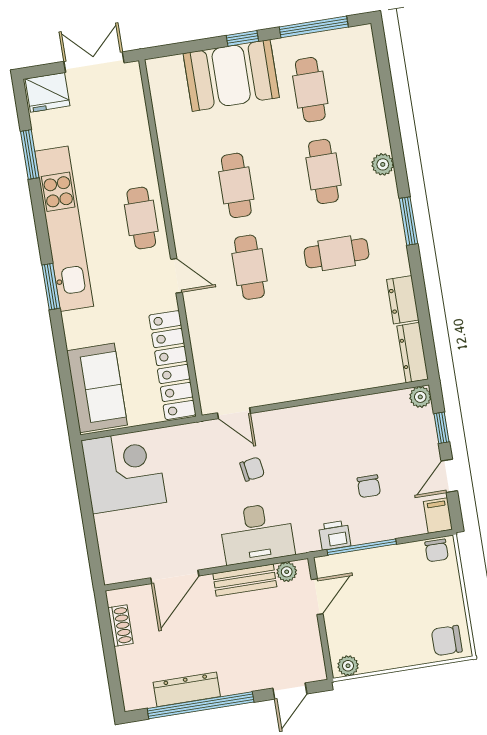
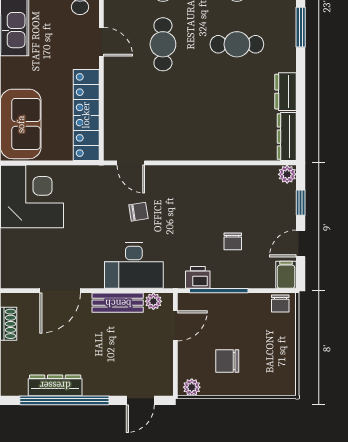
chair: (447, 641) -> (227, 361), moved

